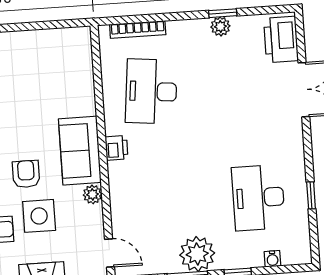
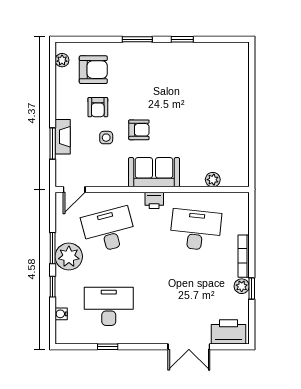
bookcase: (138, 29) -> (244, 256), moved
plant: (93, 194) -> (213, 180), moved
desk: (159, 204) -> (109, 230), added
side table: (39, 216) -> (106, 138), width x0.54, depth x0.54

